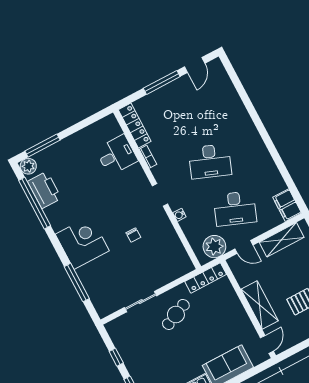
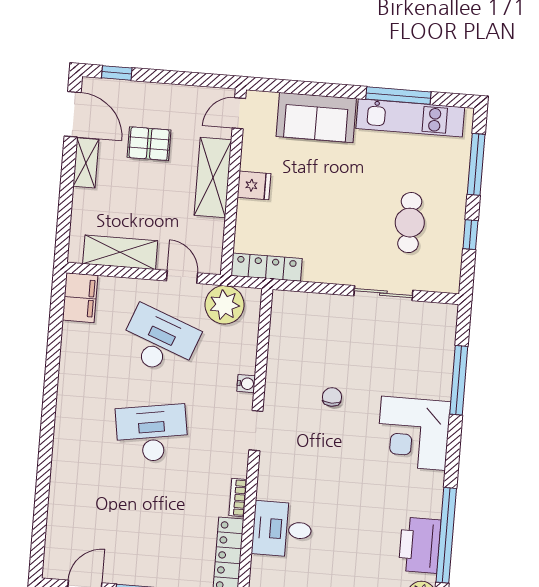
desk: (210, 161) -> (152, 433), turned -30
cafe table: (176, 314) -> (410, 223), moved, turned -66
fridge: (237, 314) -> (254, 185), added

